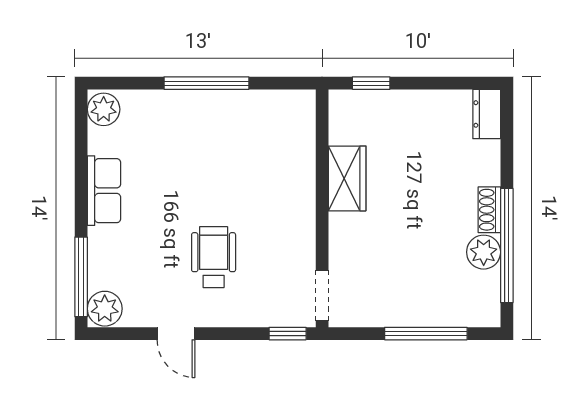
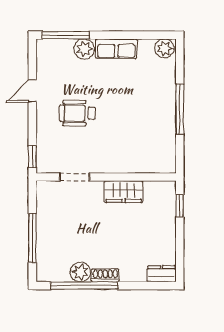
wheelchair: (214, 257) -> (77, 113), turned 180
doorway: (322, 296) -> (75, 177), moved
plant: (105, 309) -> (84, 49), moved

